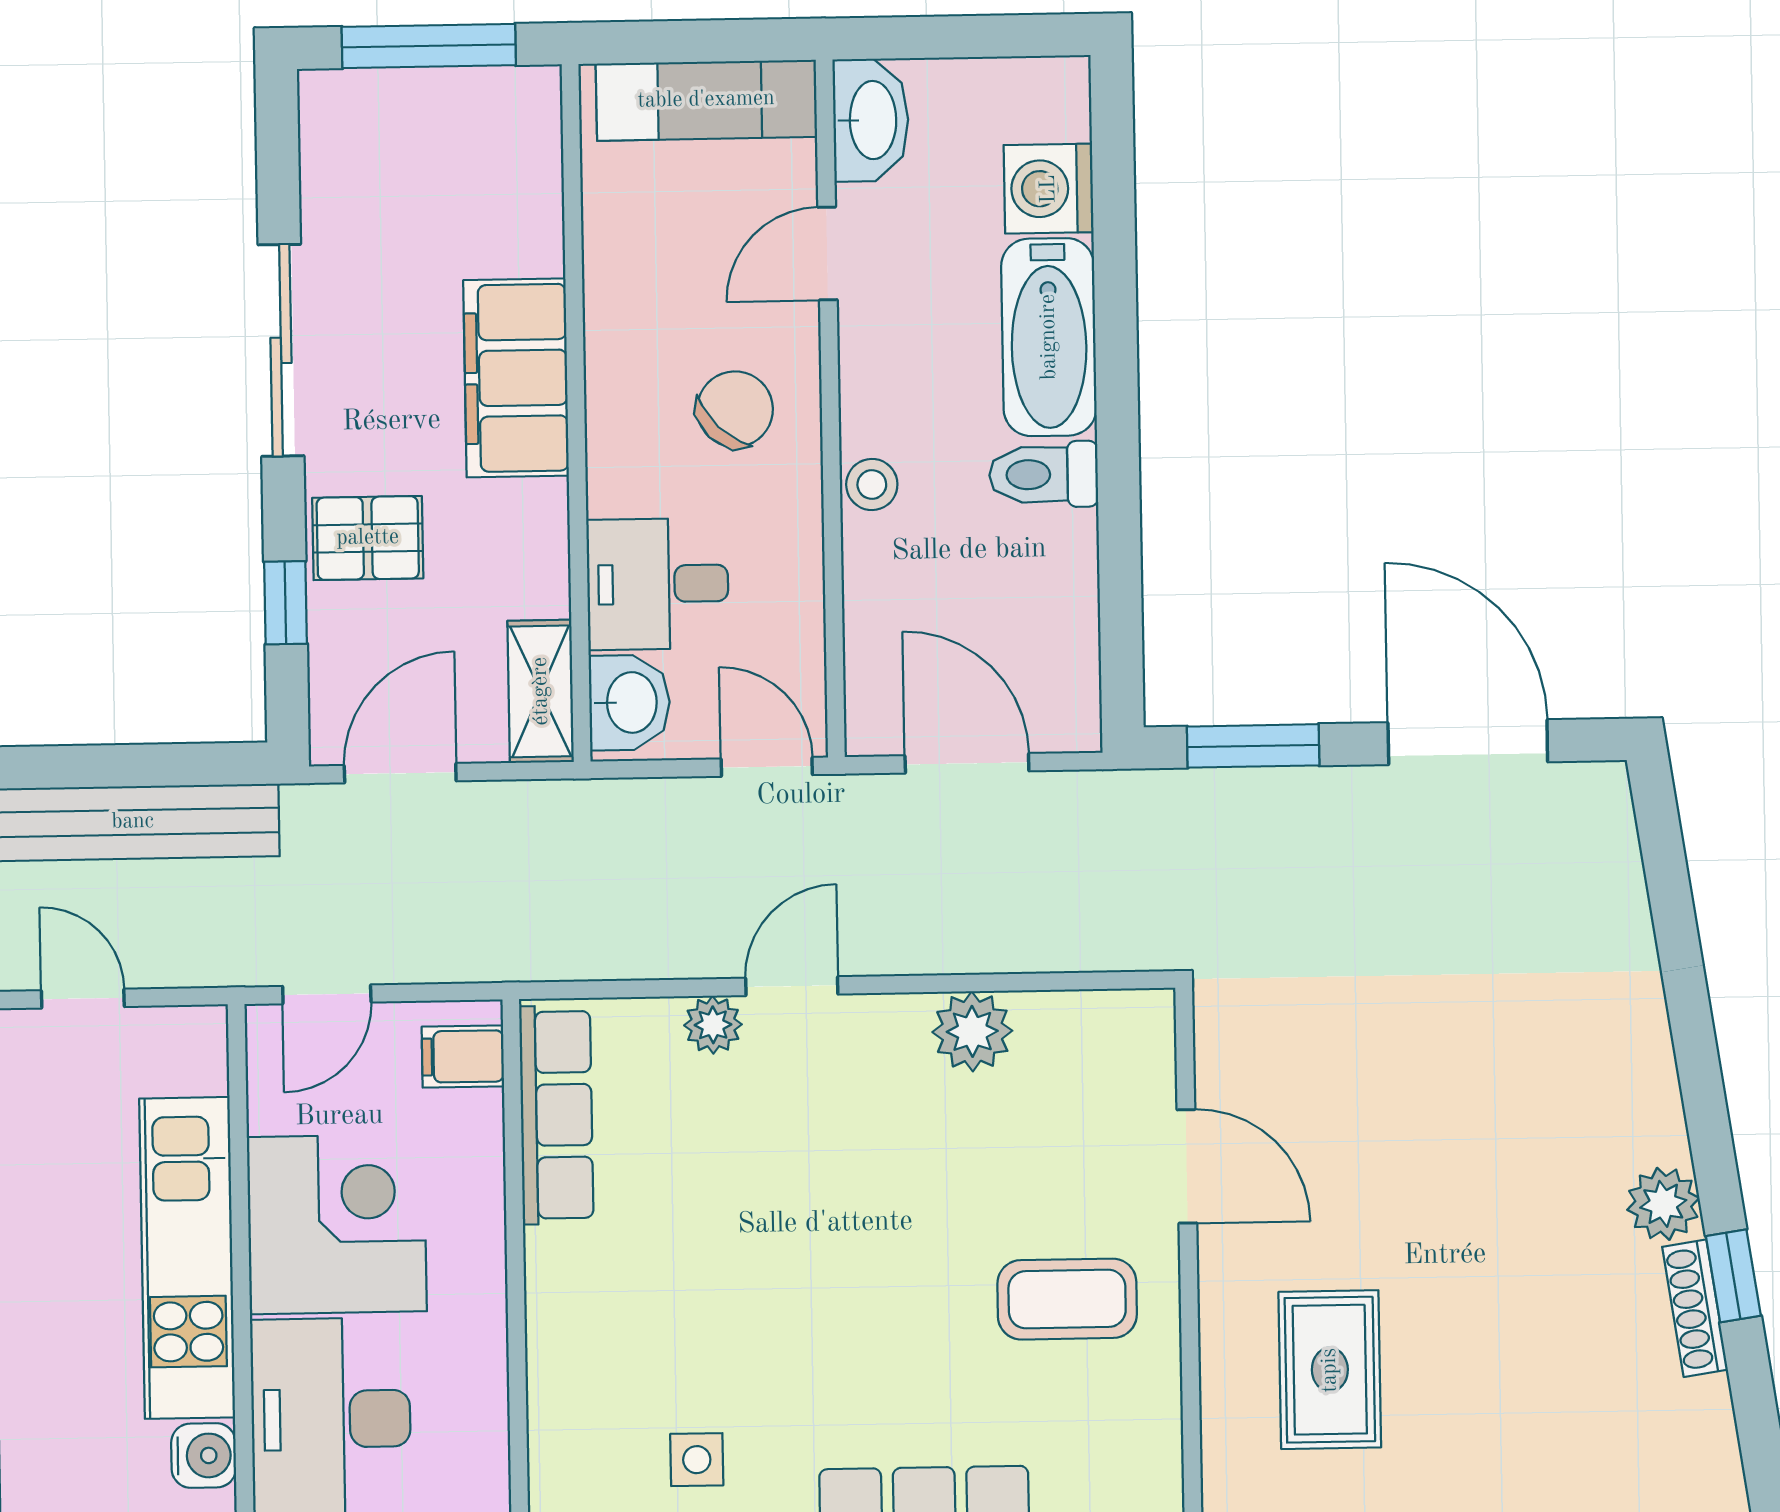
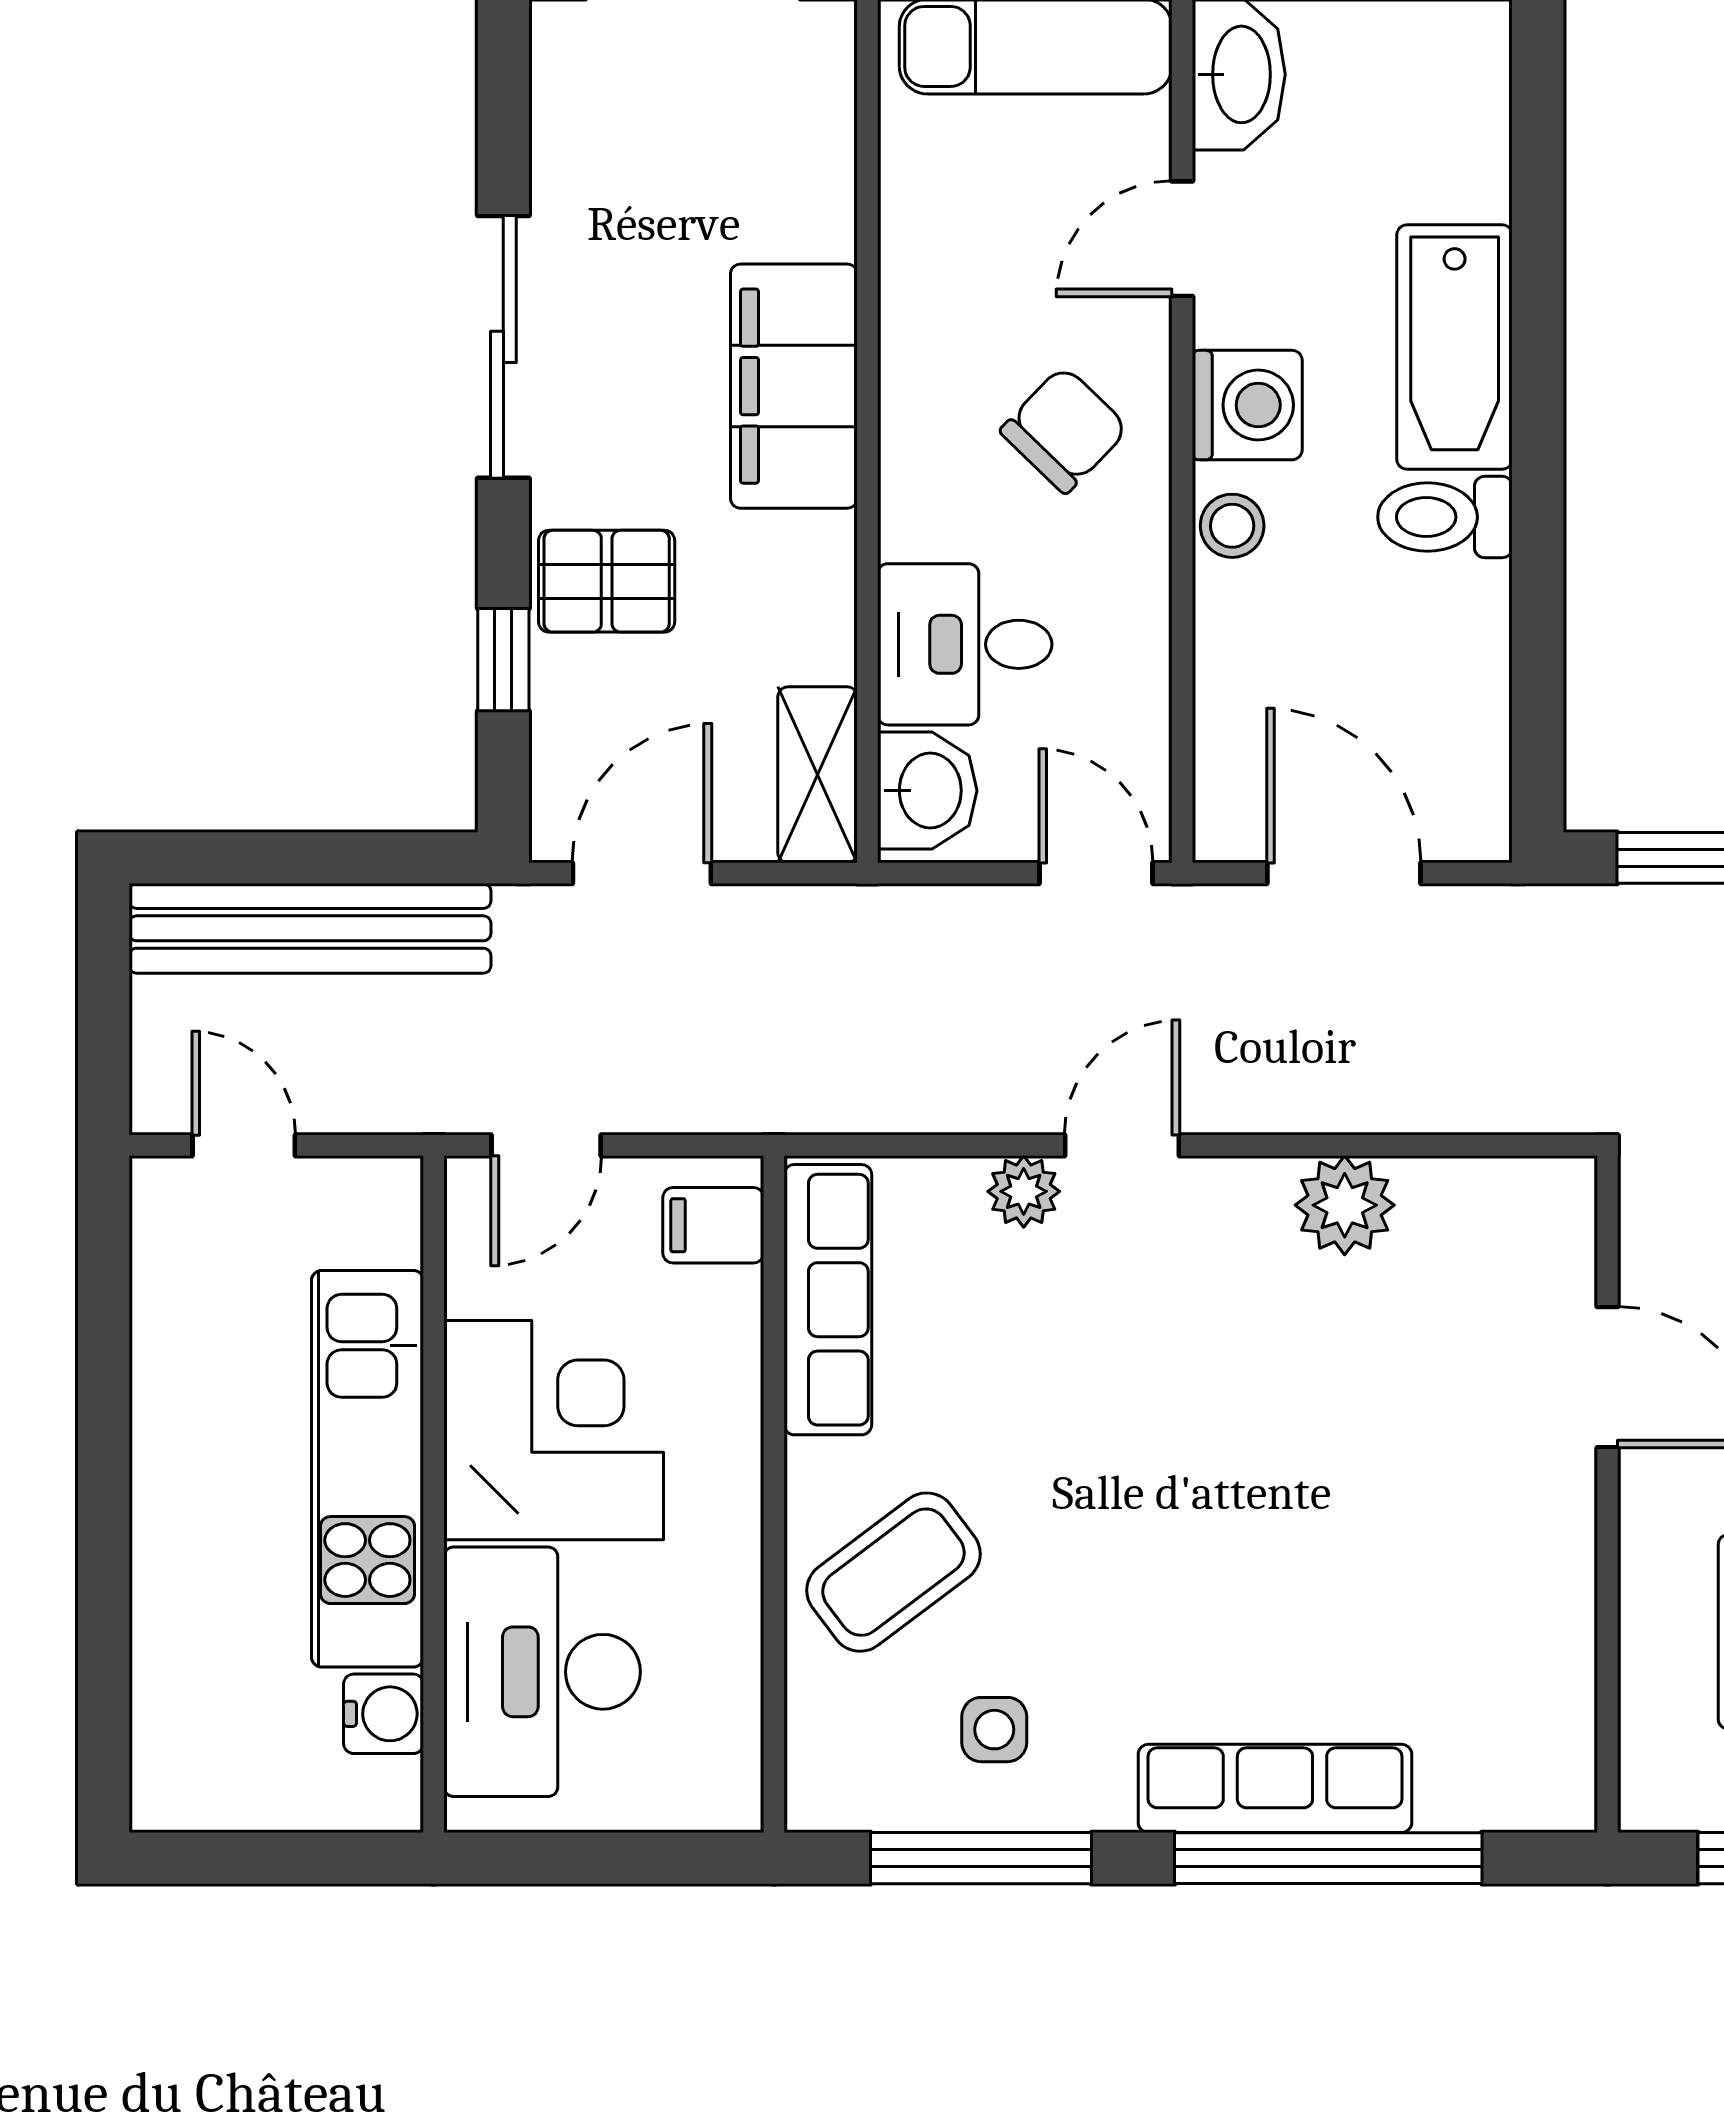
washing machine: (1049, 189) -> (1247, 405), moved, turned 180
coffee table: (1067, 1299) -> (893, 1572), moved, turned -37

